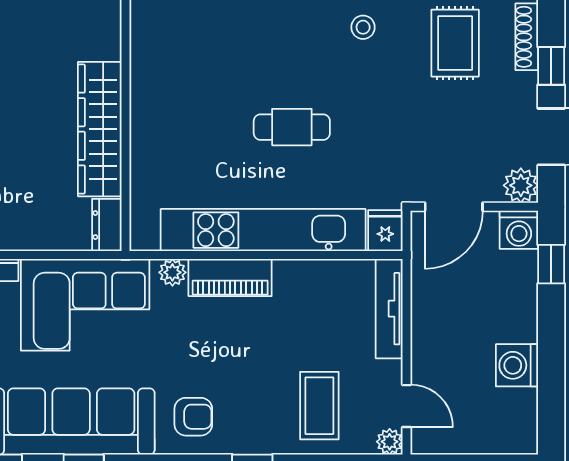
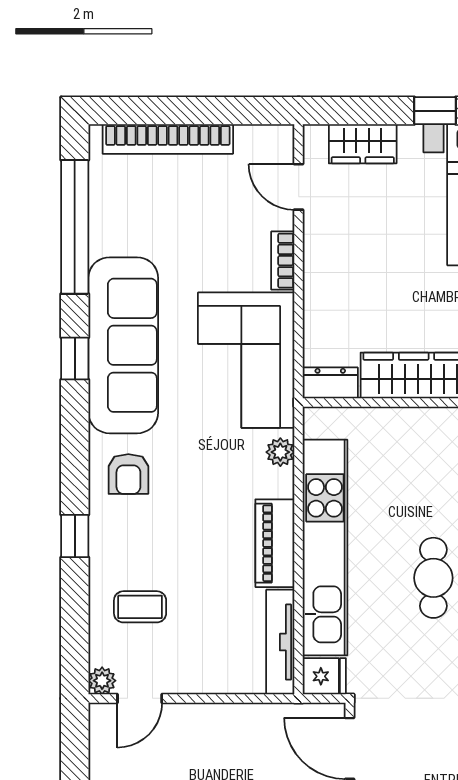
piano: (230, 278) -> (275, 543), moved
tv unit: (389, 309) -> (280, 642), moved, turned -90
coffee table: (319, 406) -> (140, 607), width x0.73, depth x0.77

